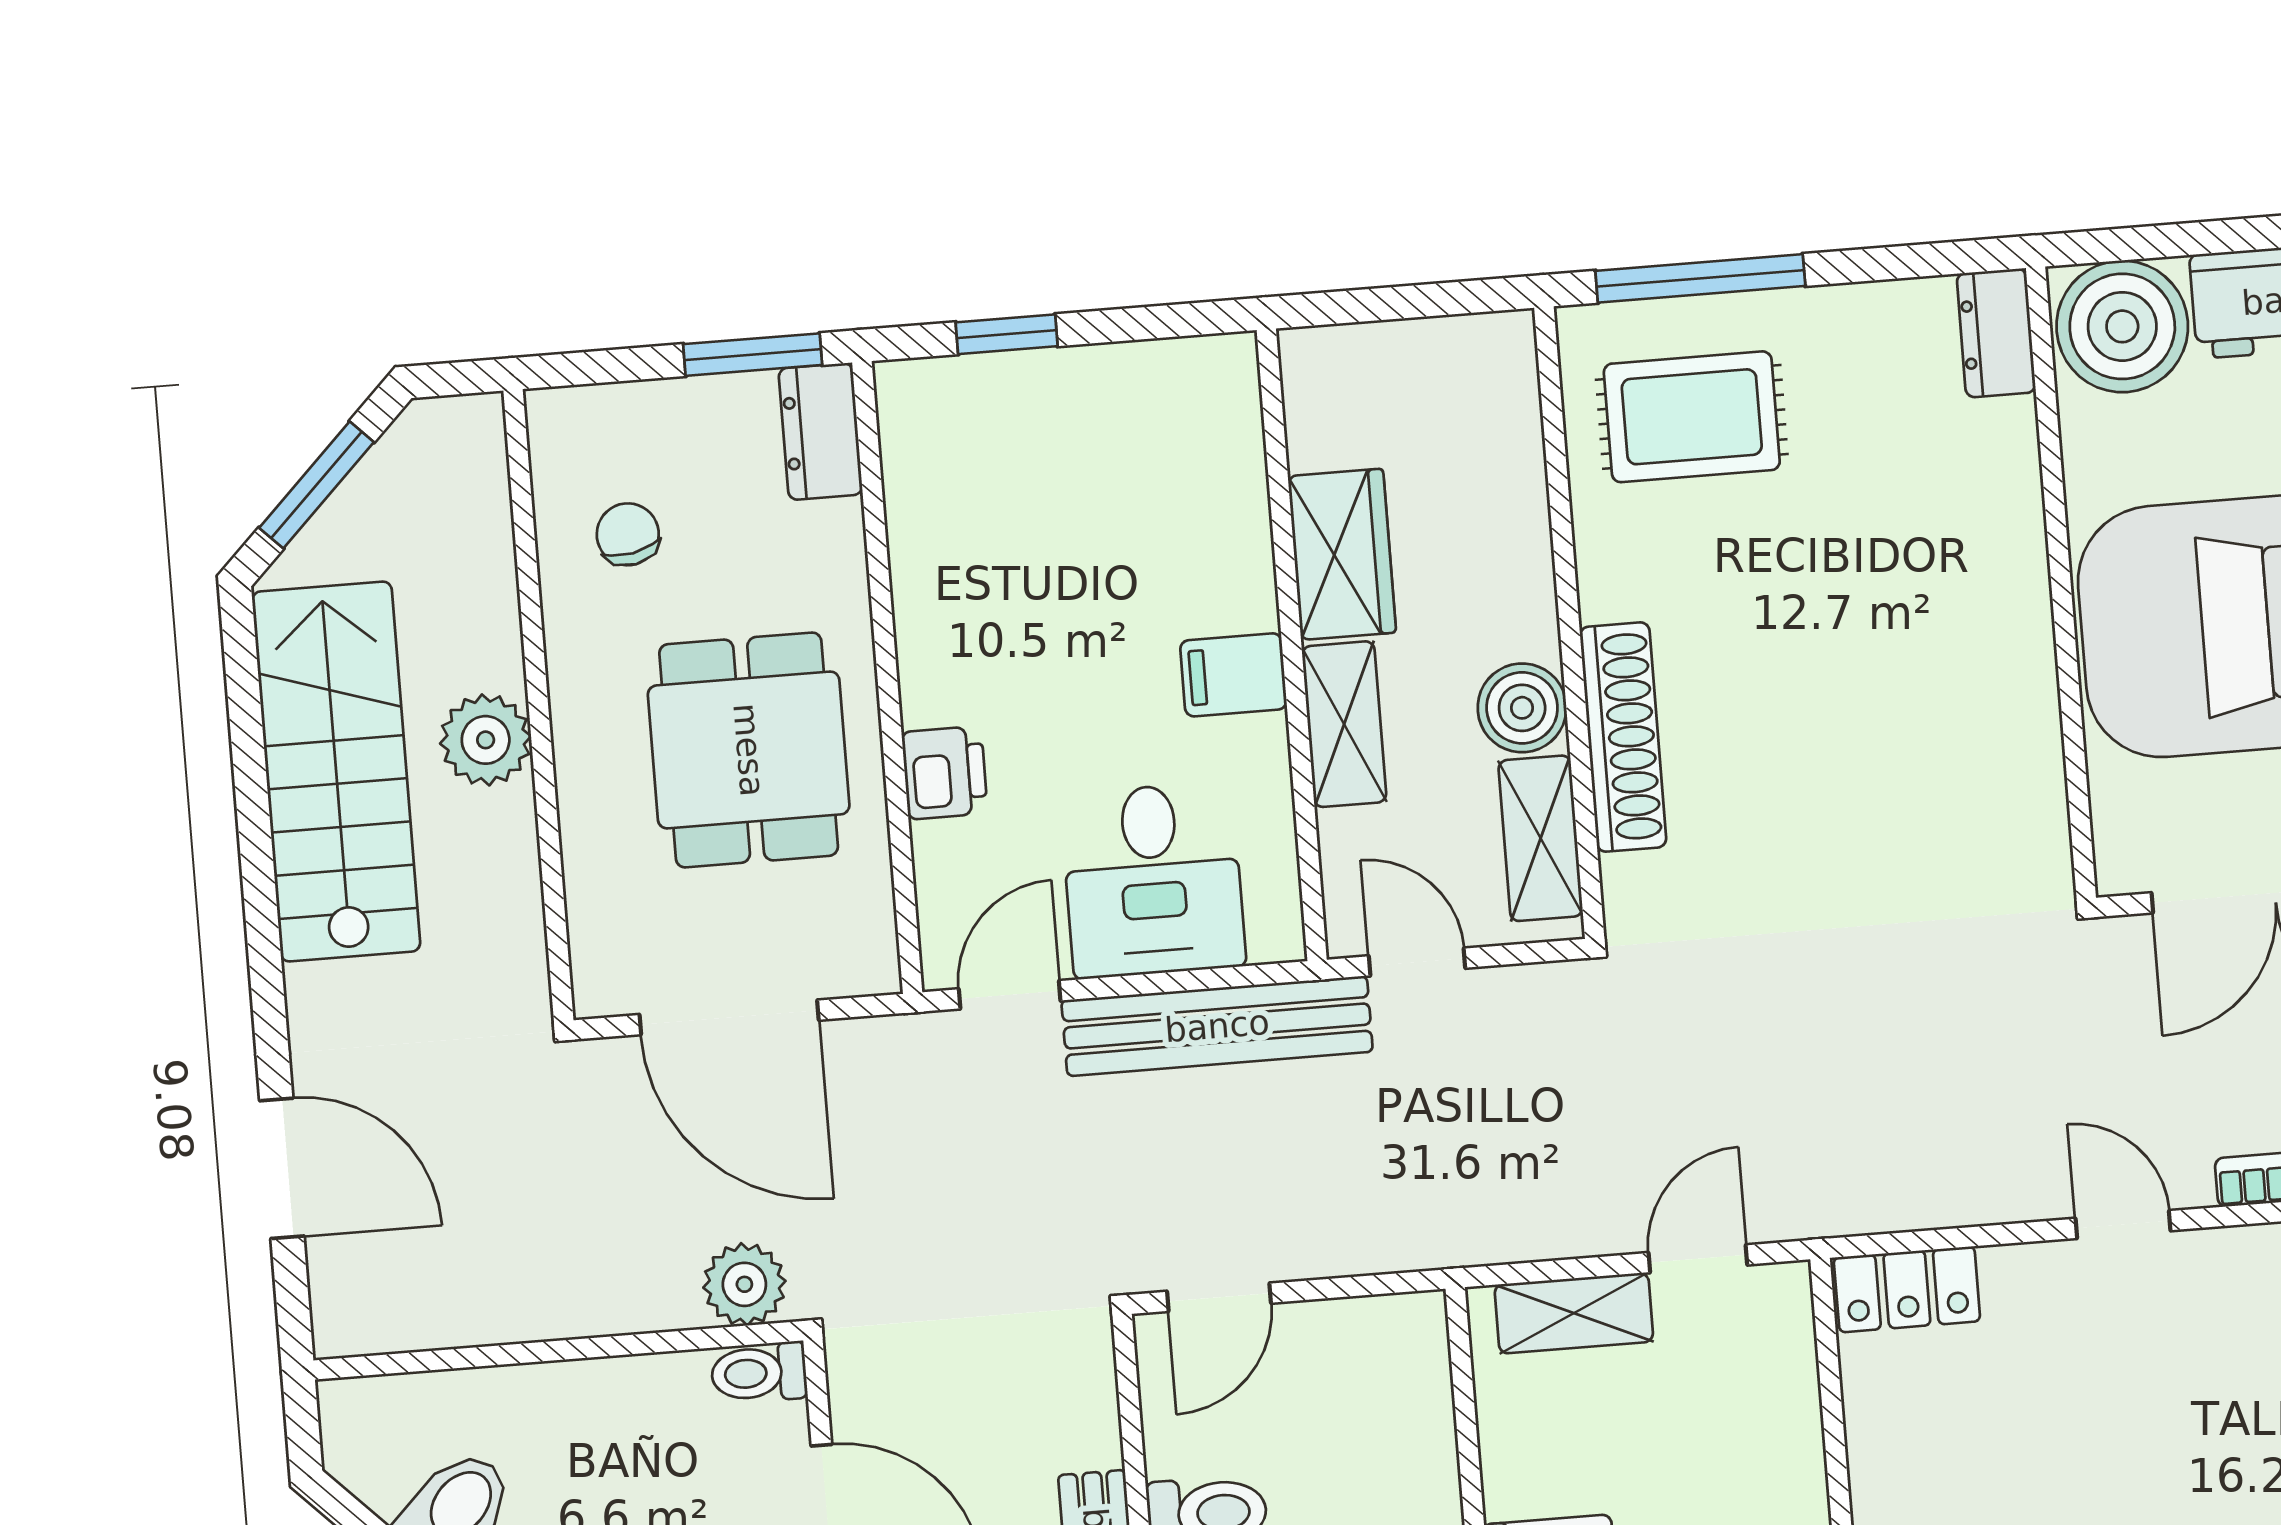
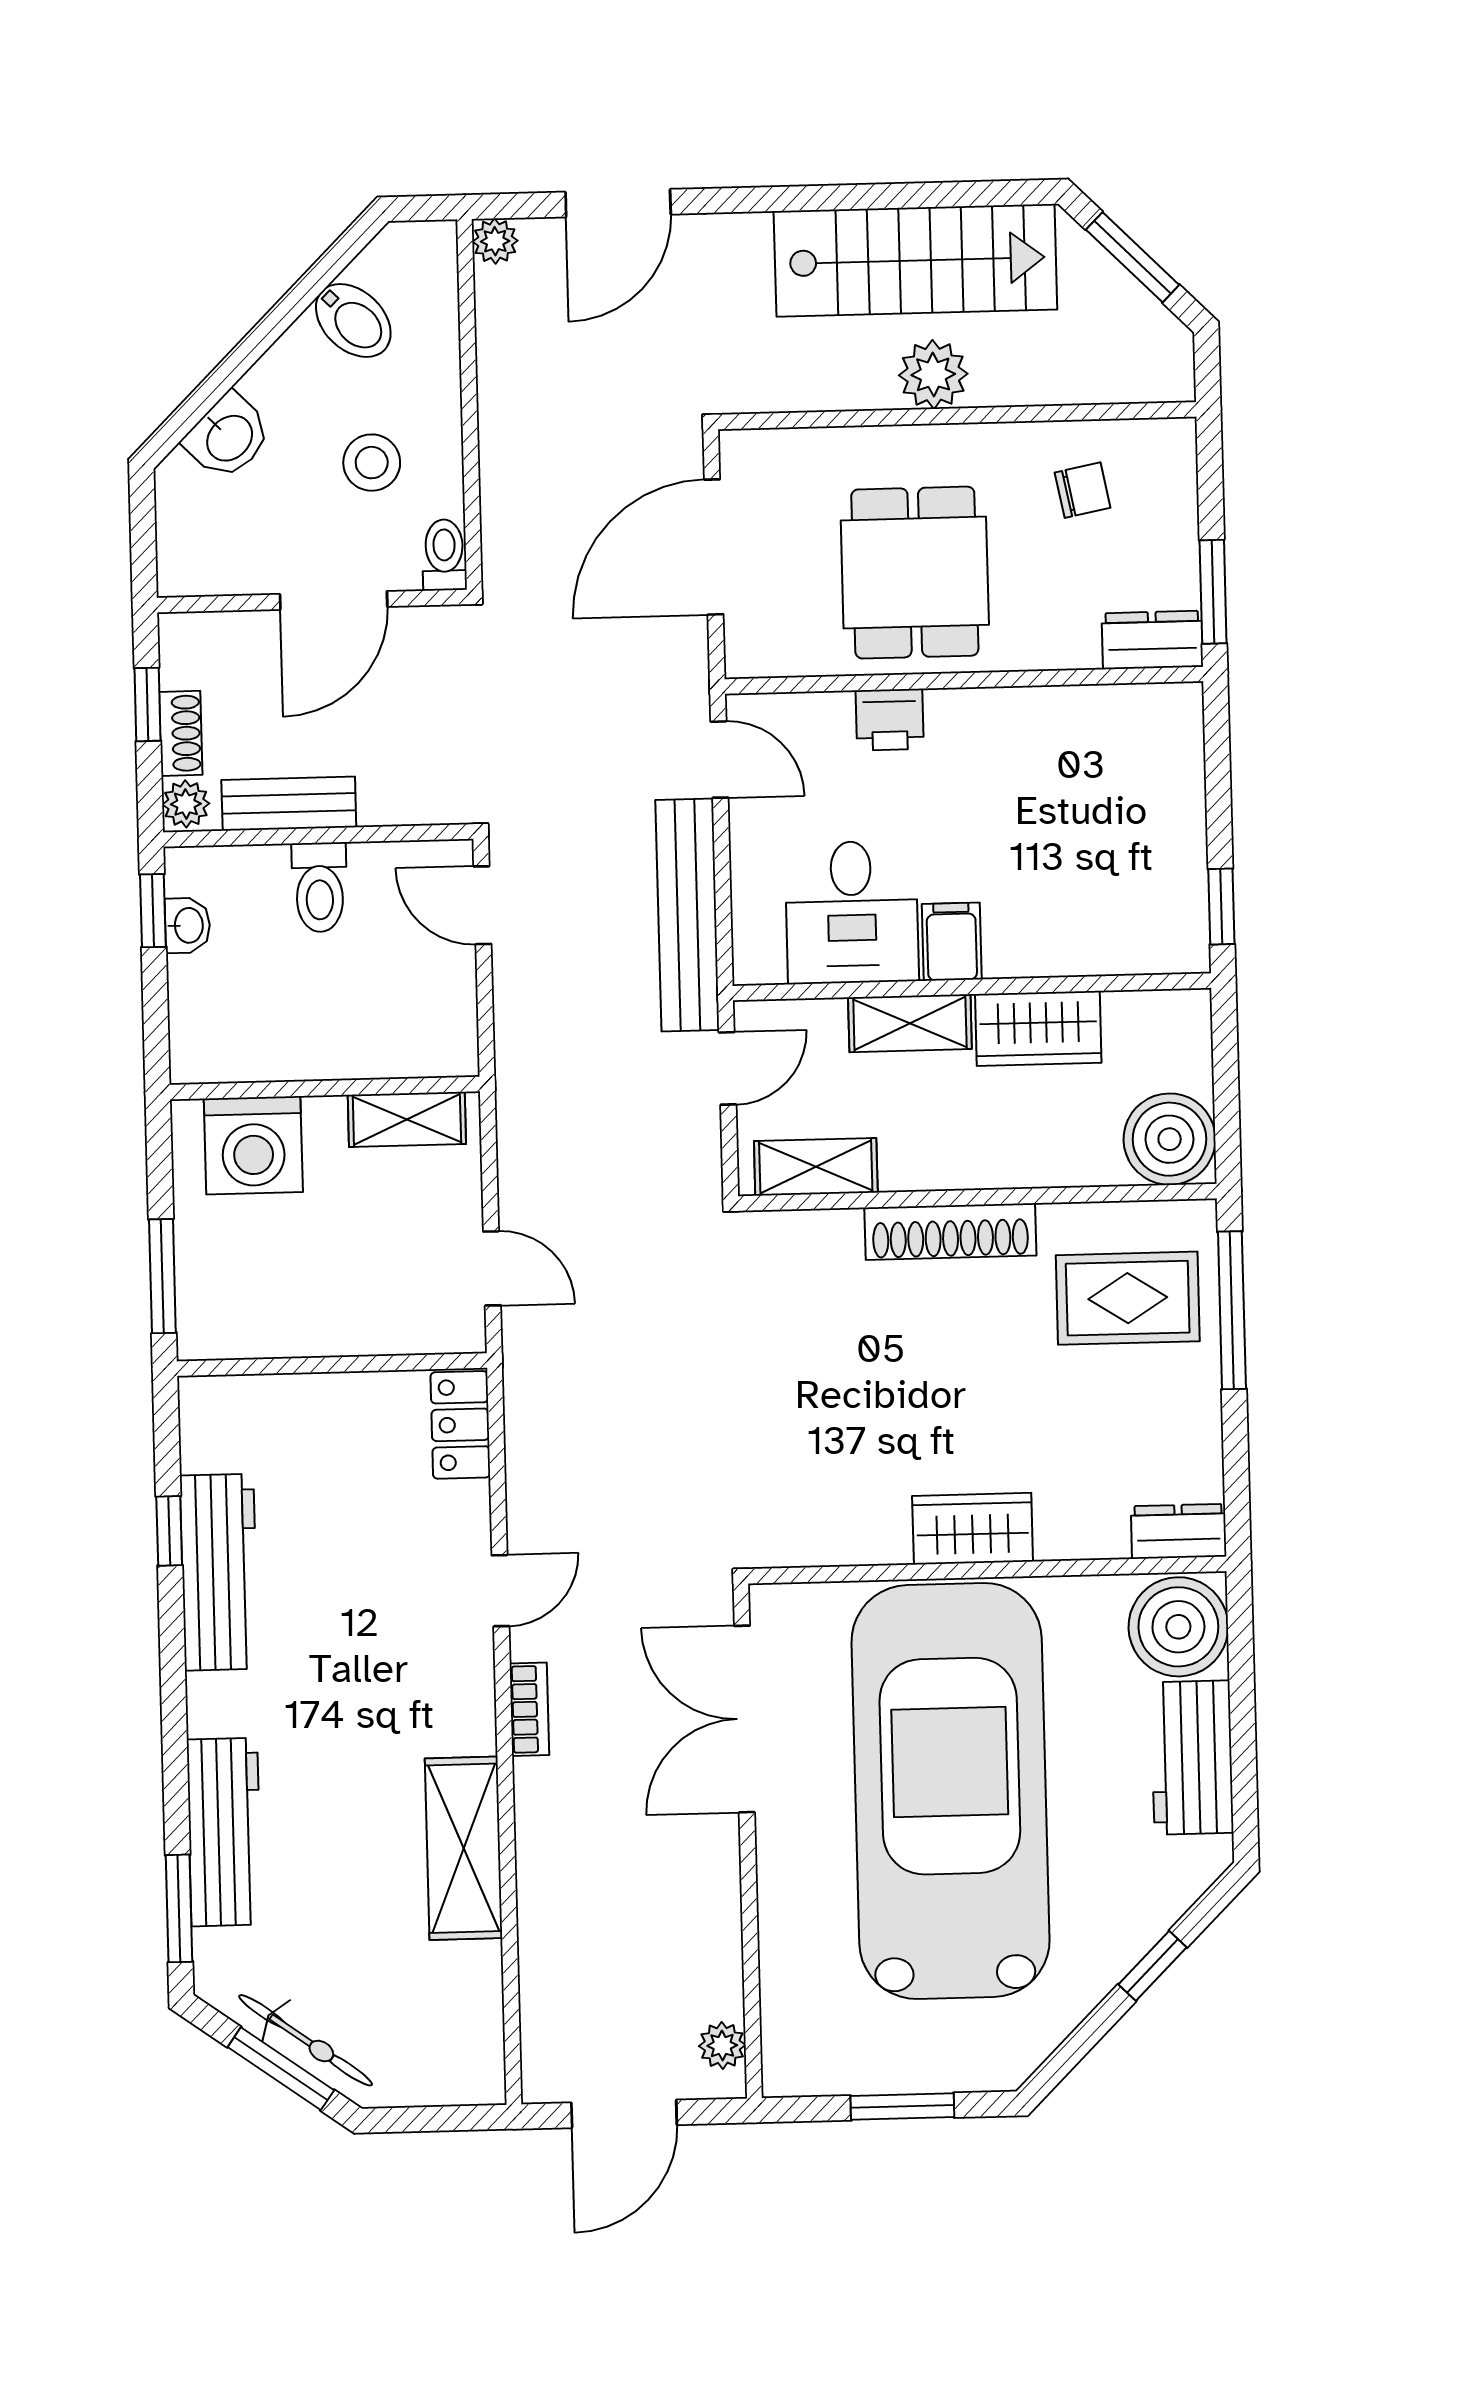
window: (1007, 334) -> (1221, 906), moved
rug: (1692, 417) -> (1128, 1298), turned 90
wardrobe: (2007, 605) -> (973, 1529), added
boiler: (1522, 708) -> (1170, 1139), moved, width x1.37, depth x1.37
shoe rack: (1623, 737) -> (950, 1232), moved
dining table: (749, 750) -> (915, 573), turned 90
desk: (1153, 880) -> (852, 912), moved, turned -90
plant: (744, 1284) -> (495, 241), moved, width x0.73, depth x0.73
shelving: (1574, 1313) -> (407, 1119), moved, turned 90
stool: (642, 1475) -> (372, 463), added

